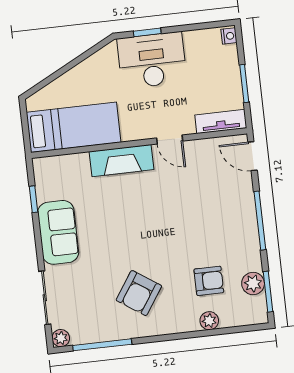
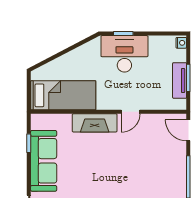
tv unit: (221, 121) -> (180, 80), moved, turned -90
door: (170, 140) -> (131, 112), hinge flipped
sofa: (58, 232) -> (44, 161), width x1.36

